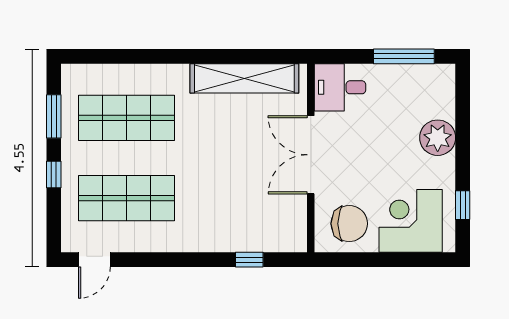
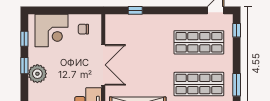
window: (463, 153) -> (24, 66), added
window: (54, 174) -> (237, 30), moved
chair: (349, 224) -> (83, 29), width x0.54, depth x0.54

